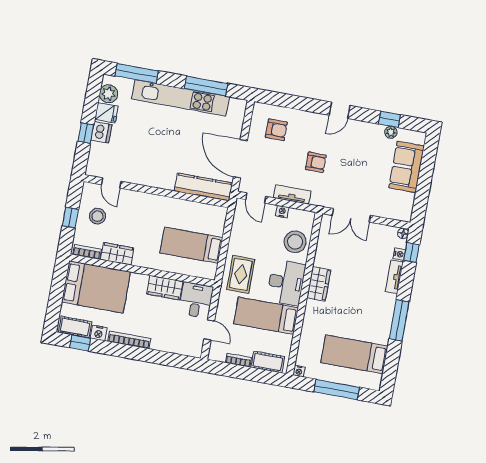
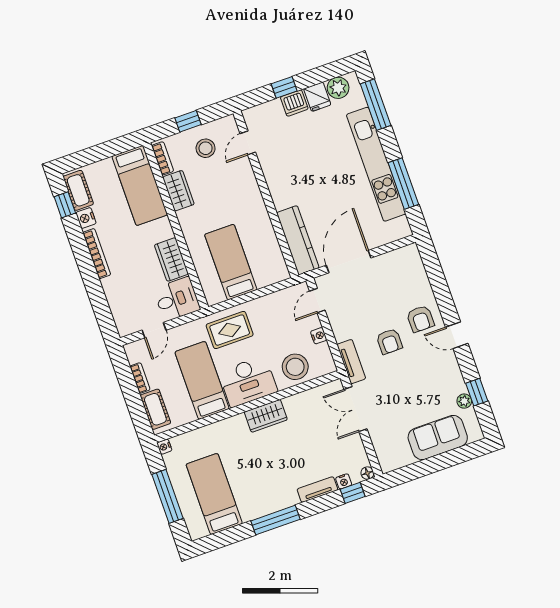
armchair: (276, 130) -> (420, 319), moved
tv unit: (292, 194) -> (351, 362), moved
bed: (96, 287) -> (140, 185), width x0.67

